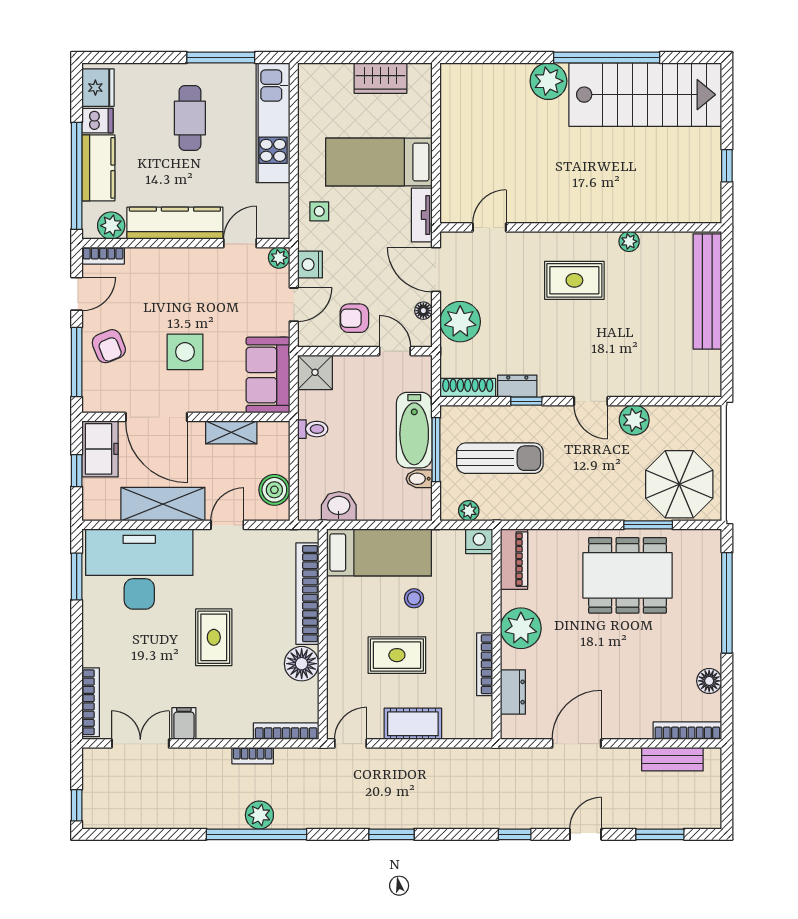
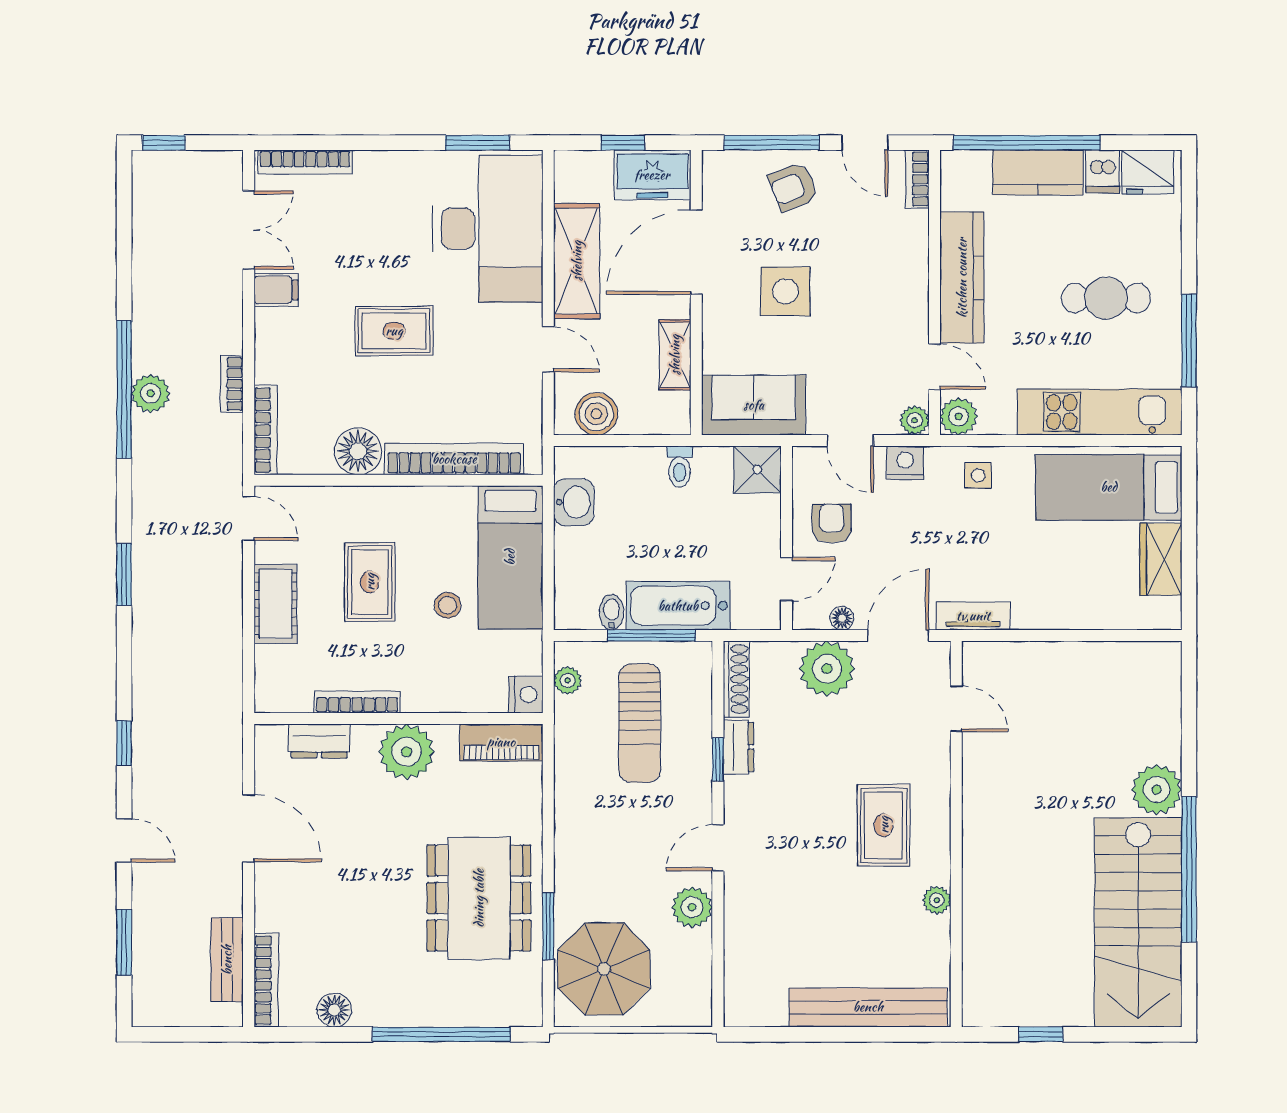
bed: (379, 162) -> (1109, 487), moved, turned -90
plant: (111, 226) -> (959, 416), moved

